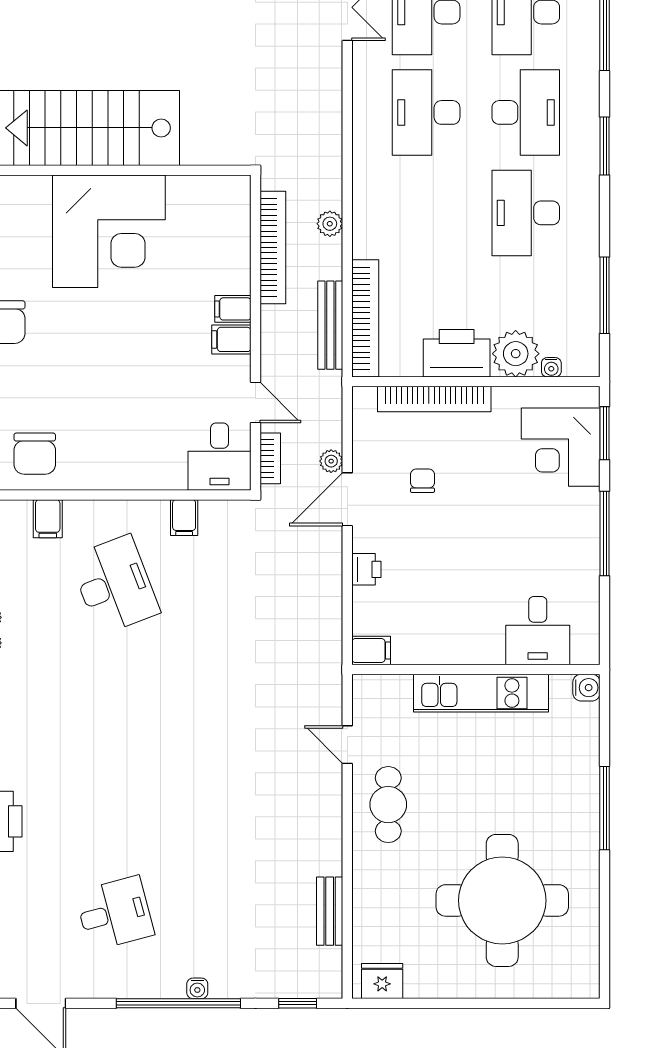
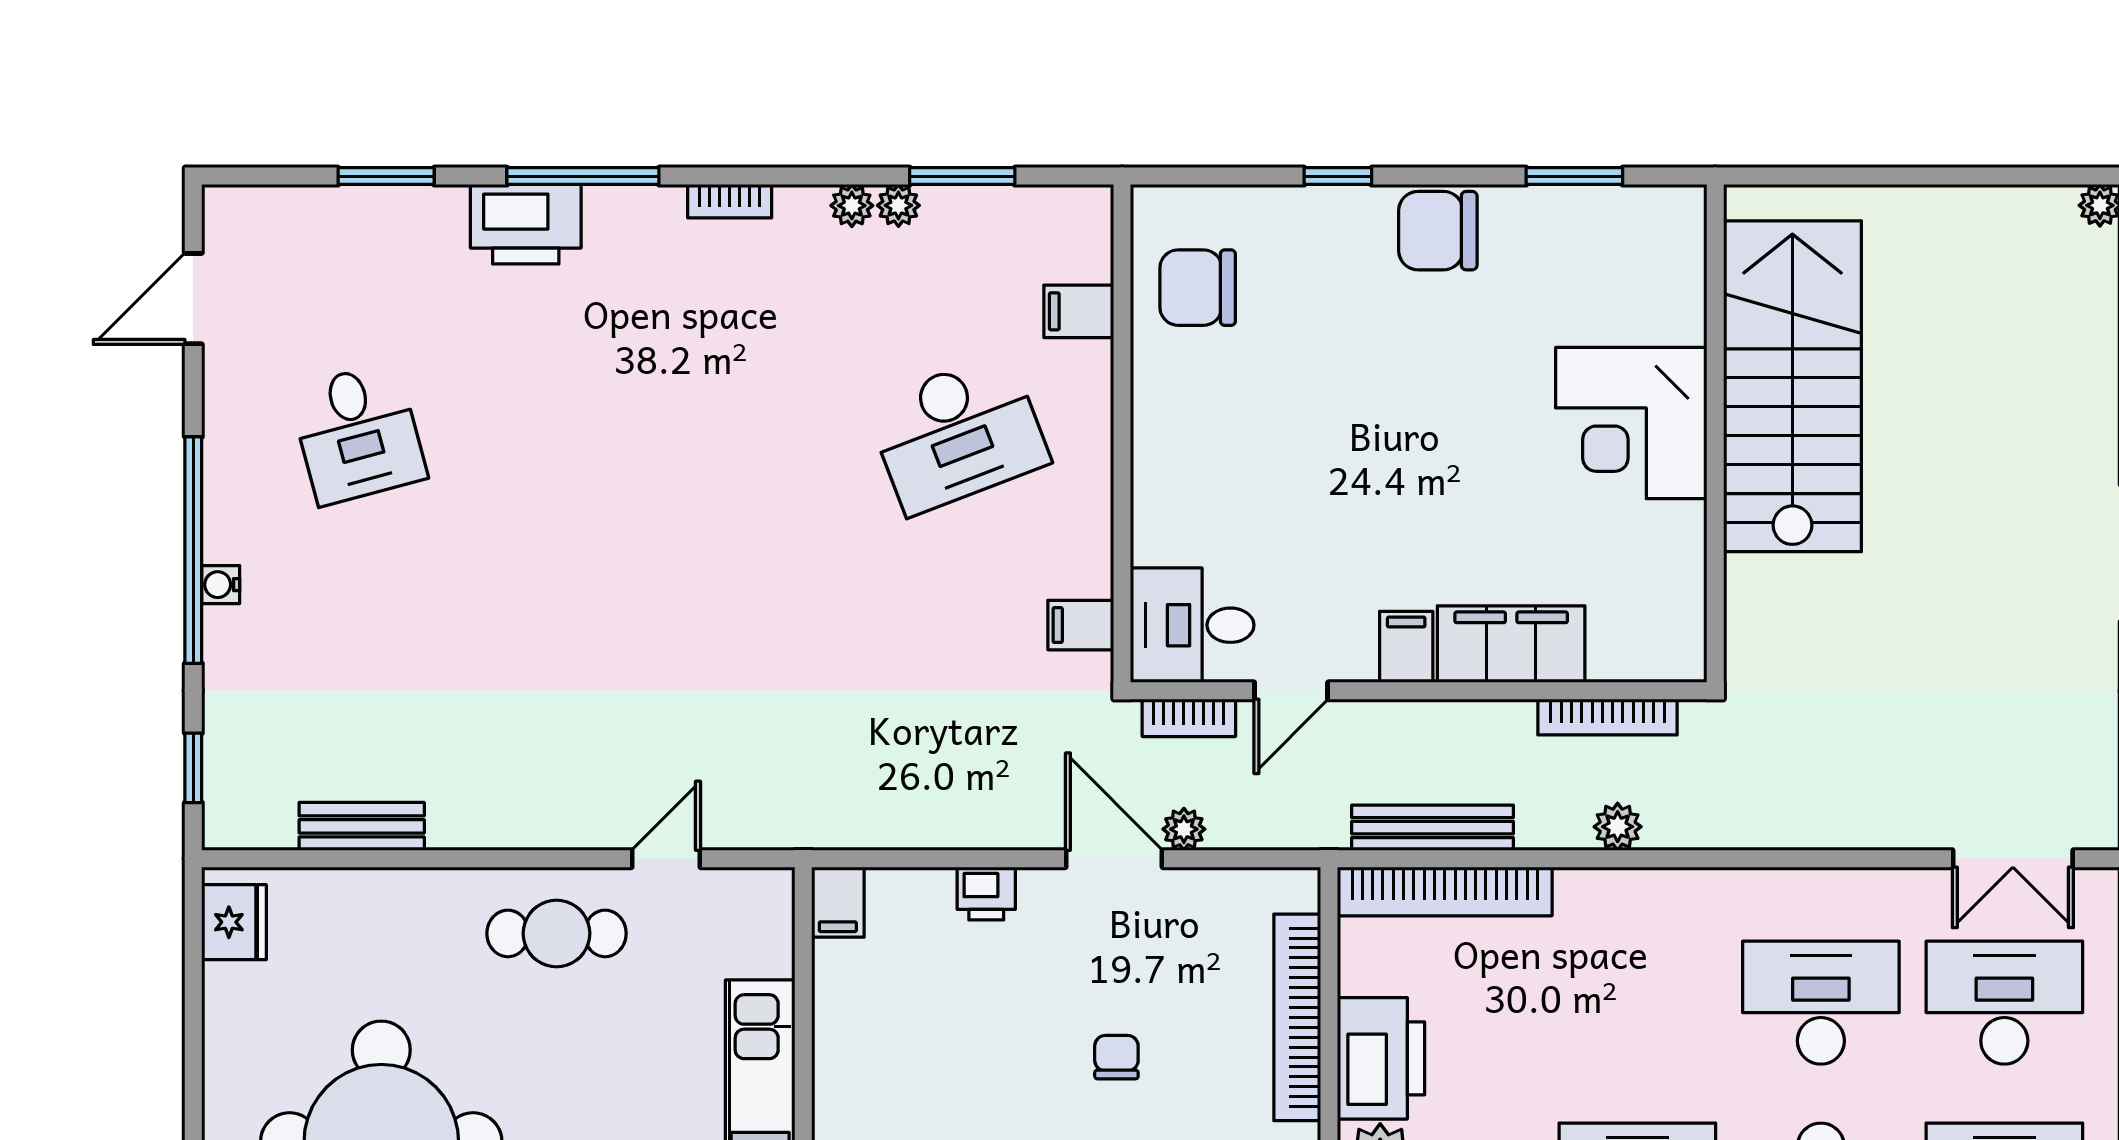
corner desk: (109, 231) -> (1631, 423), width x0.74, depth x0.74
bookcase: (273, 248) -> (1608, 717), width x0.68, depth x0.76
filing cabinet: (233, 309) -> (1511, 644), width x3.00, depth x1.17
chair: (422, 481) -> (1116, 1057), moved, turned -90
filing cabinet: (184, 518) -> (1081, 625), moved

